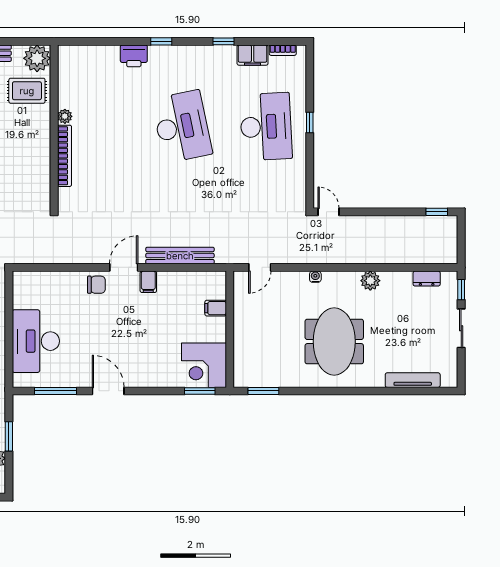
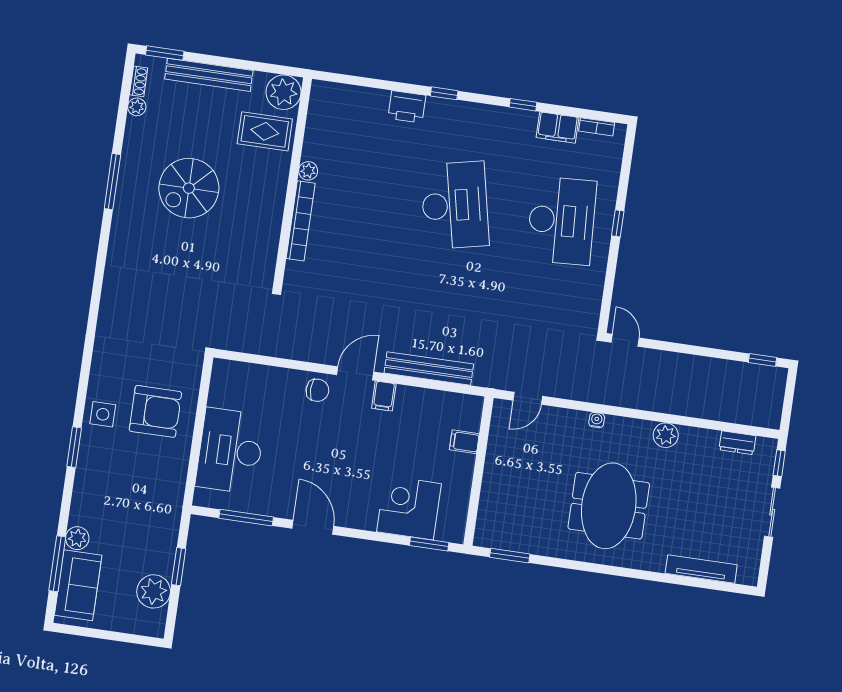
corner desk: (204, 365) -> (409, 508), moved, turned 90

